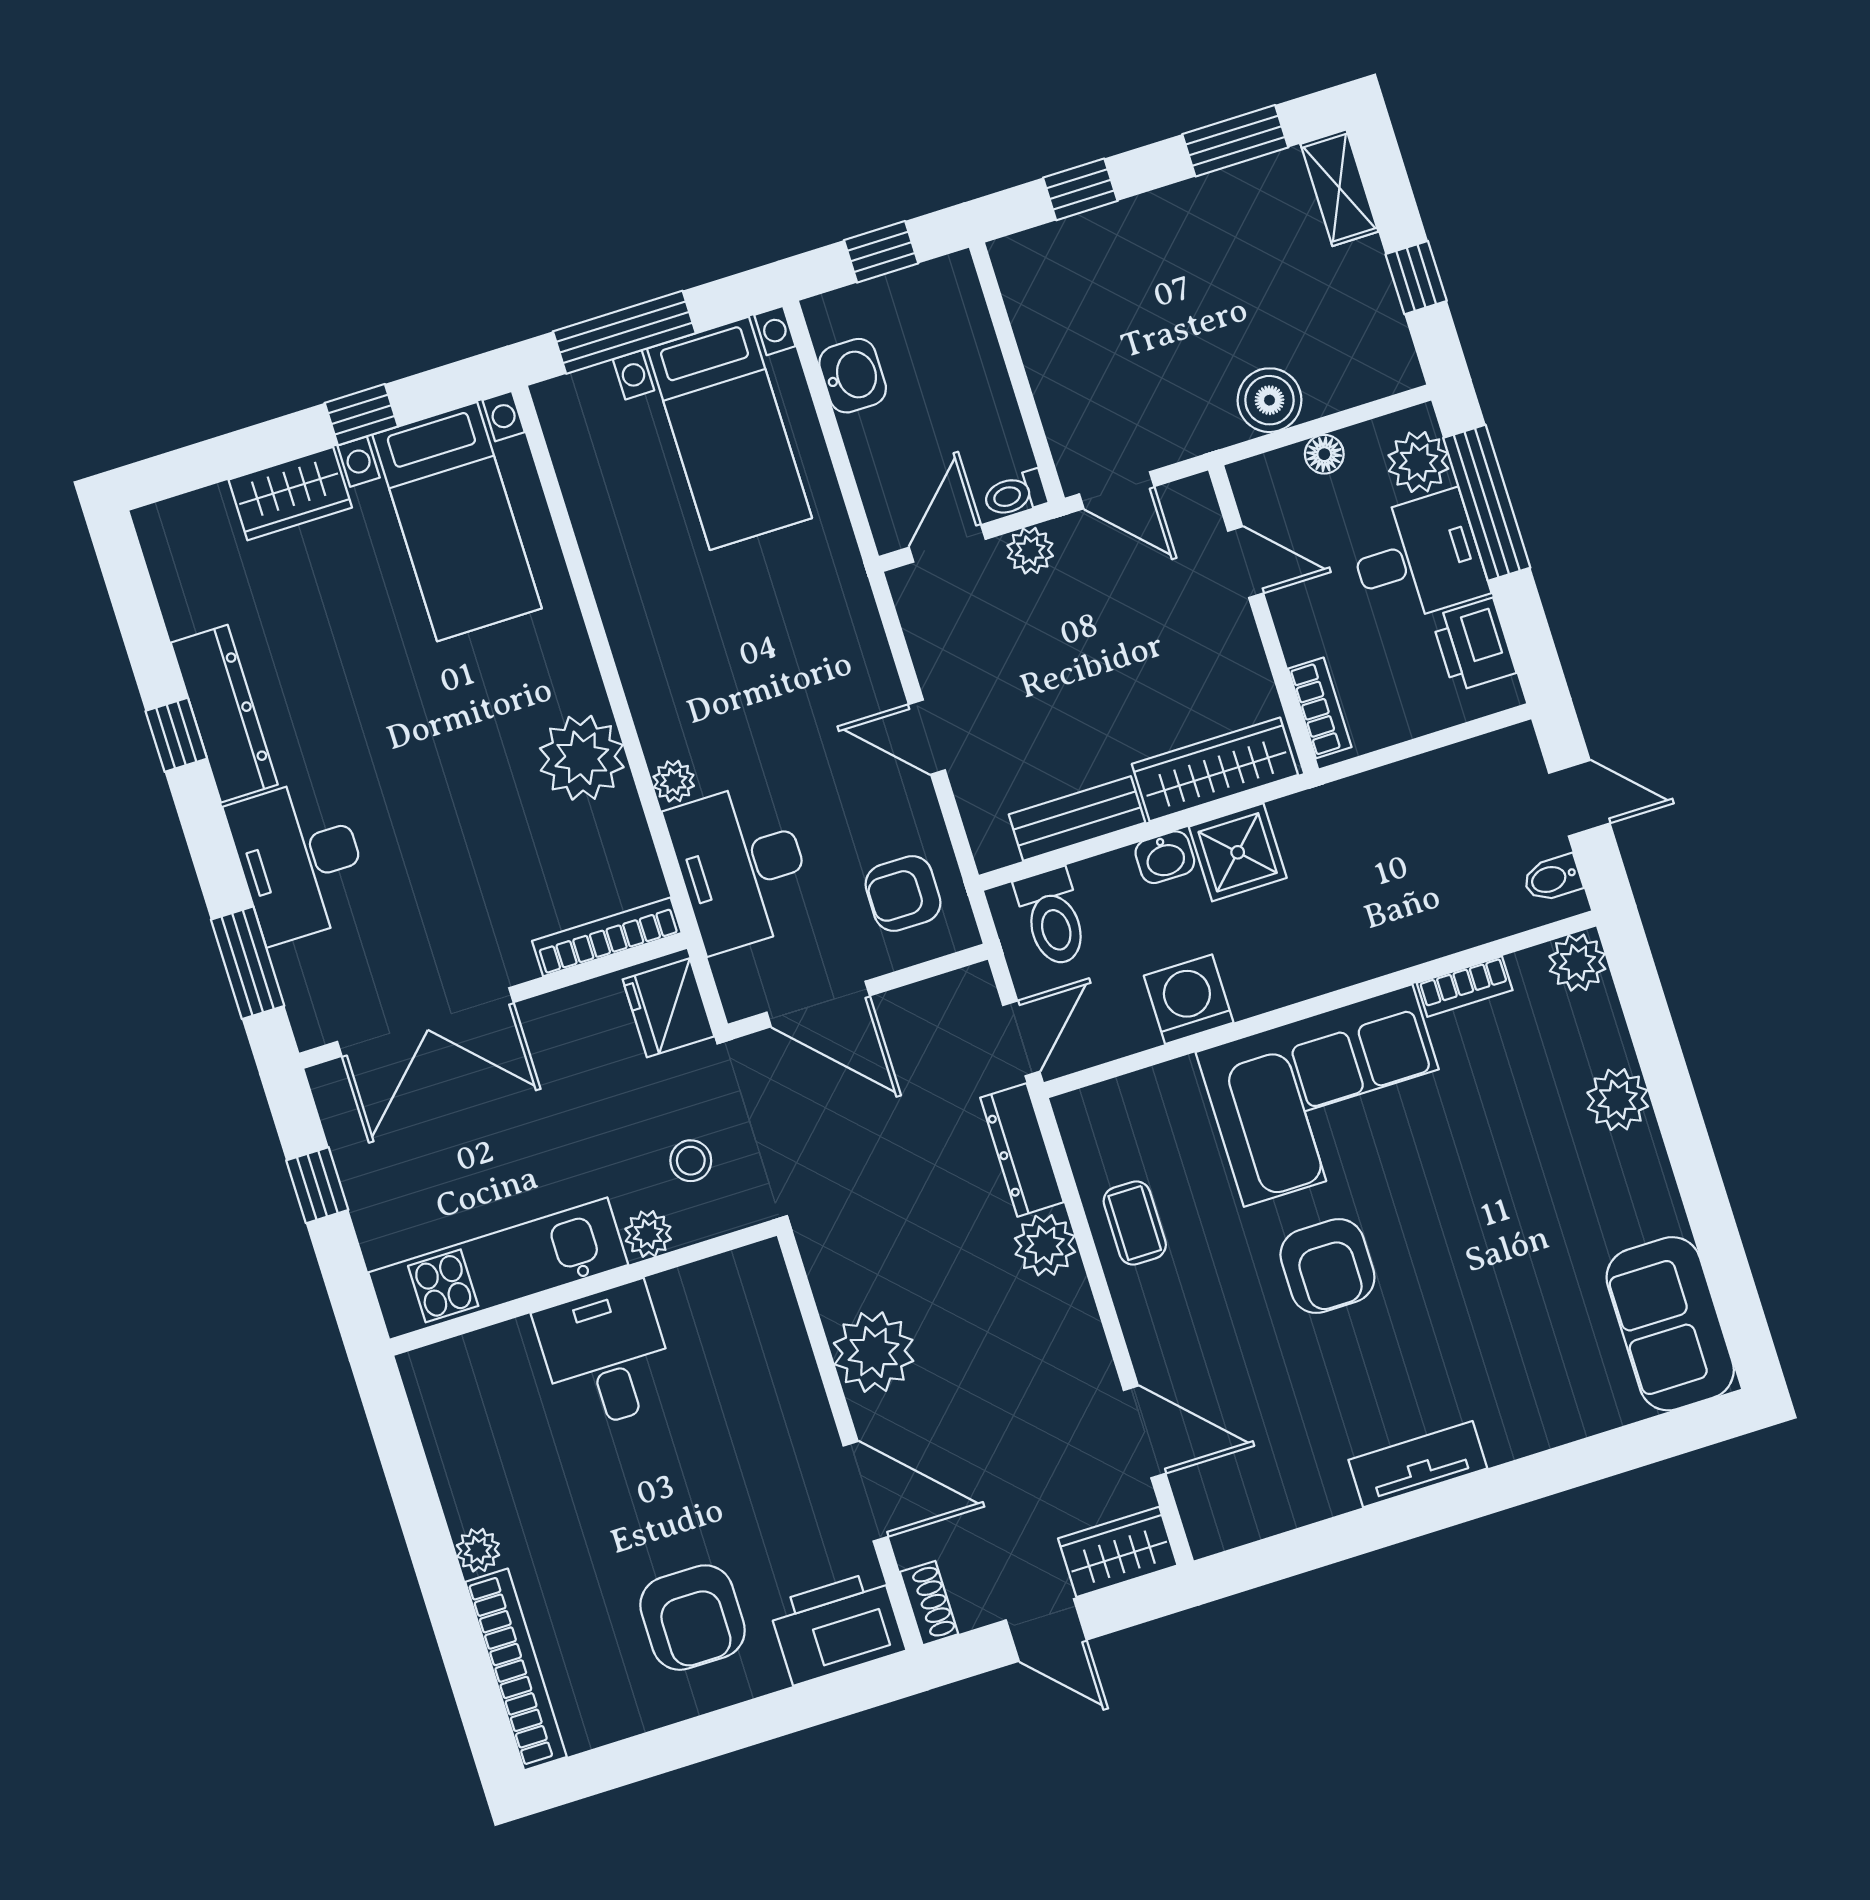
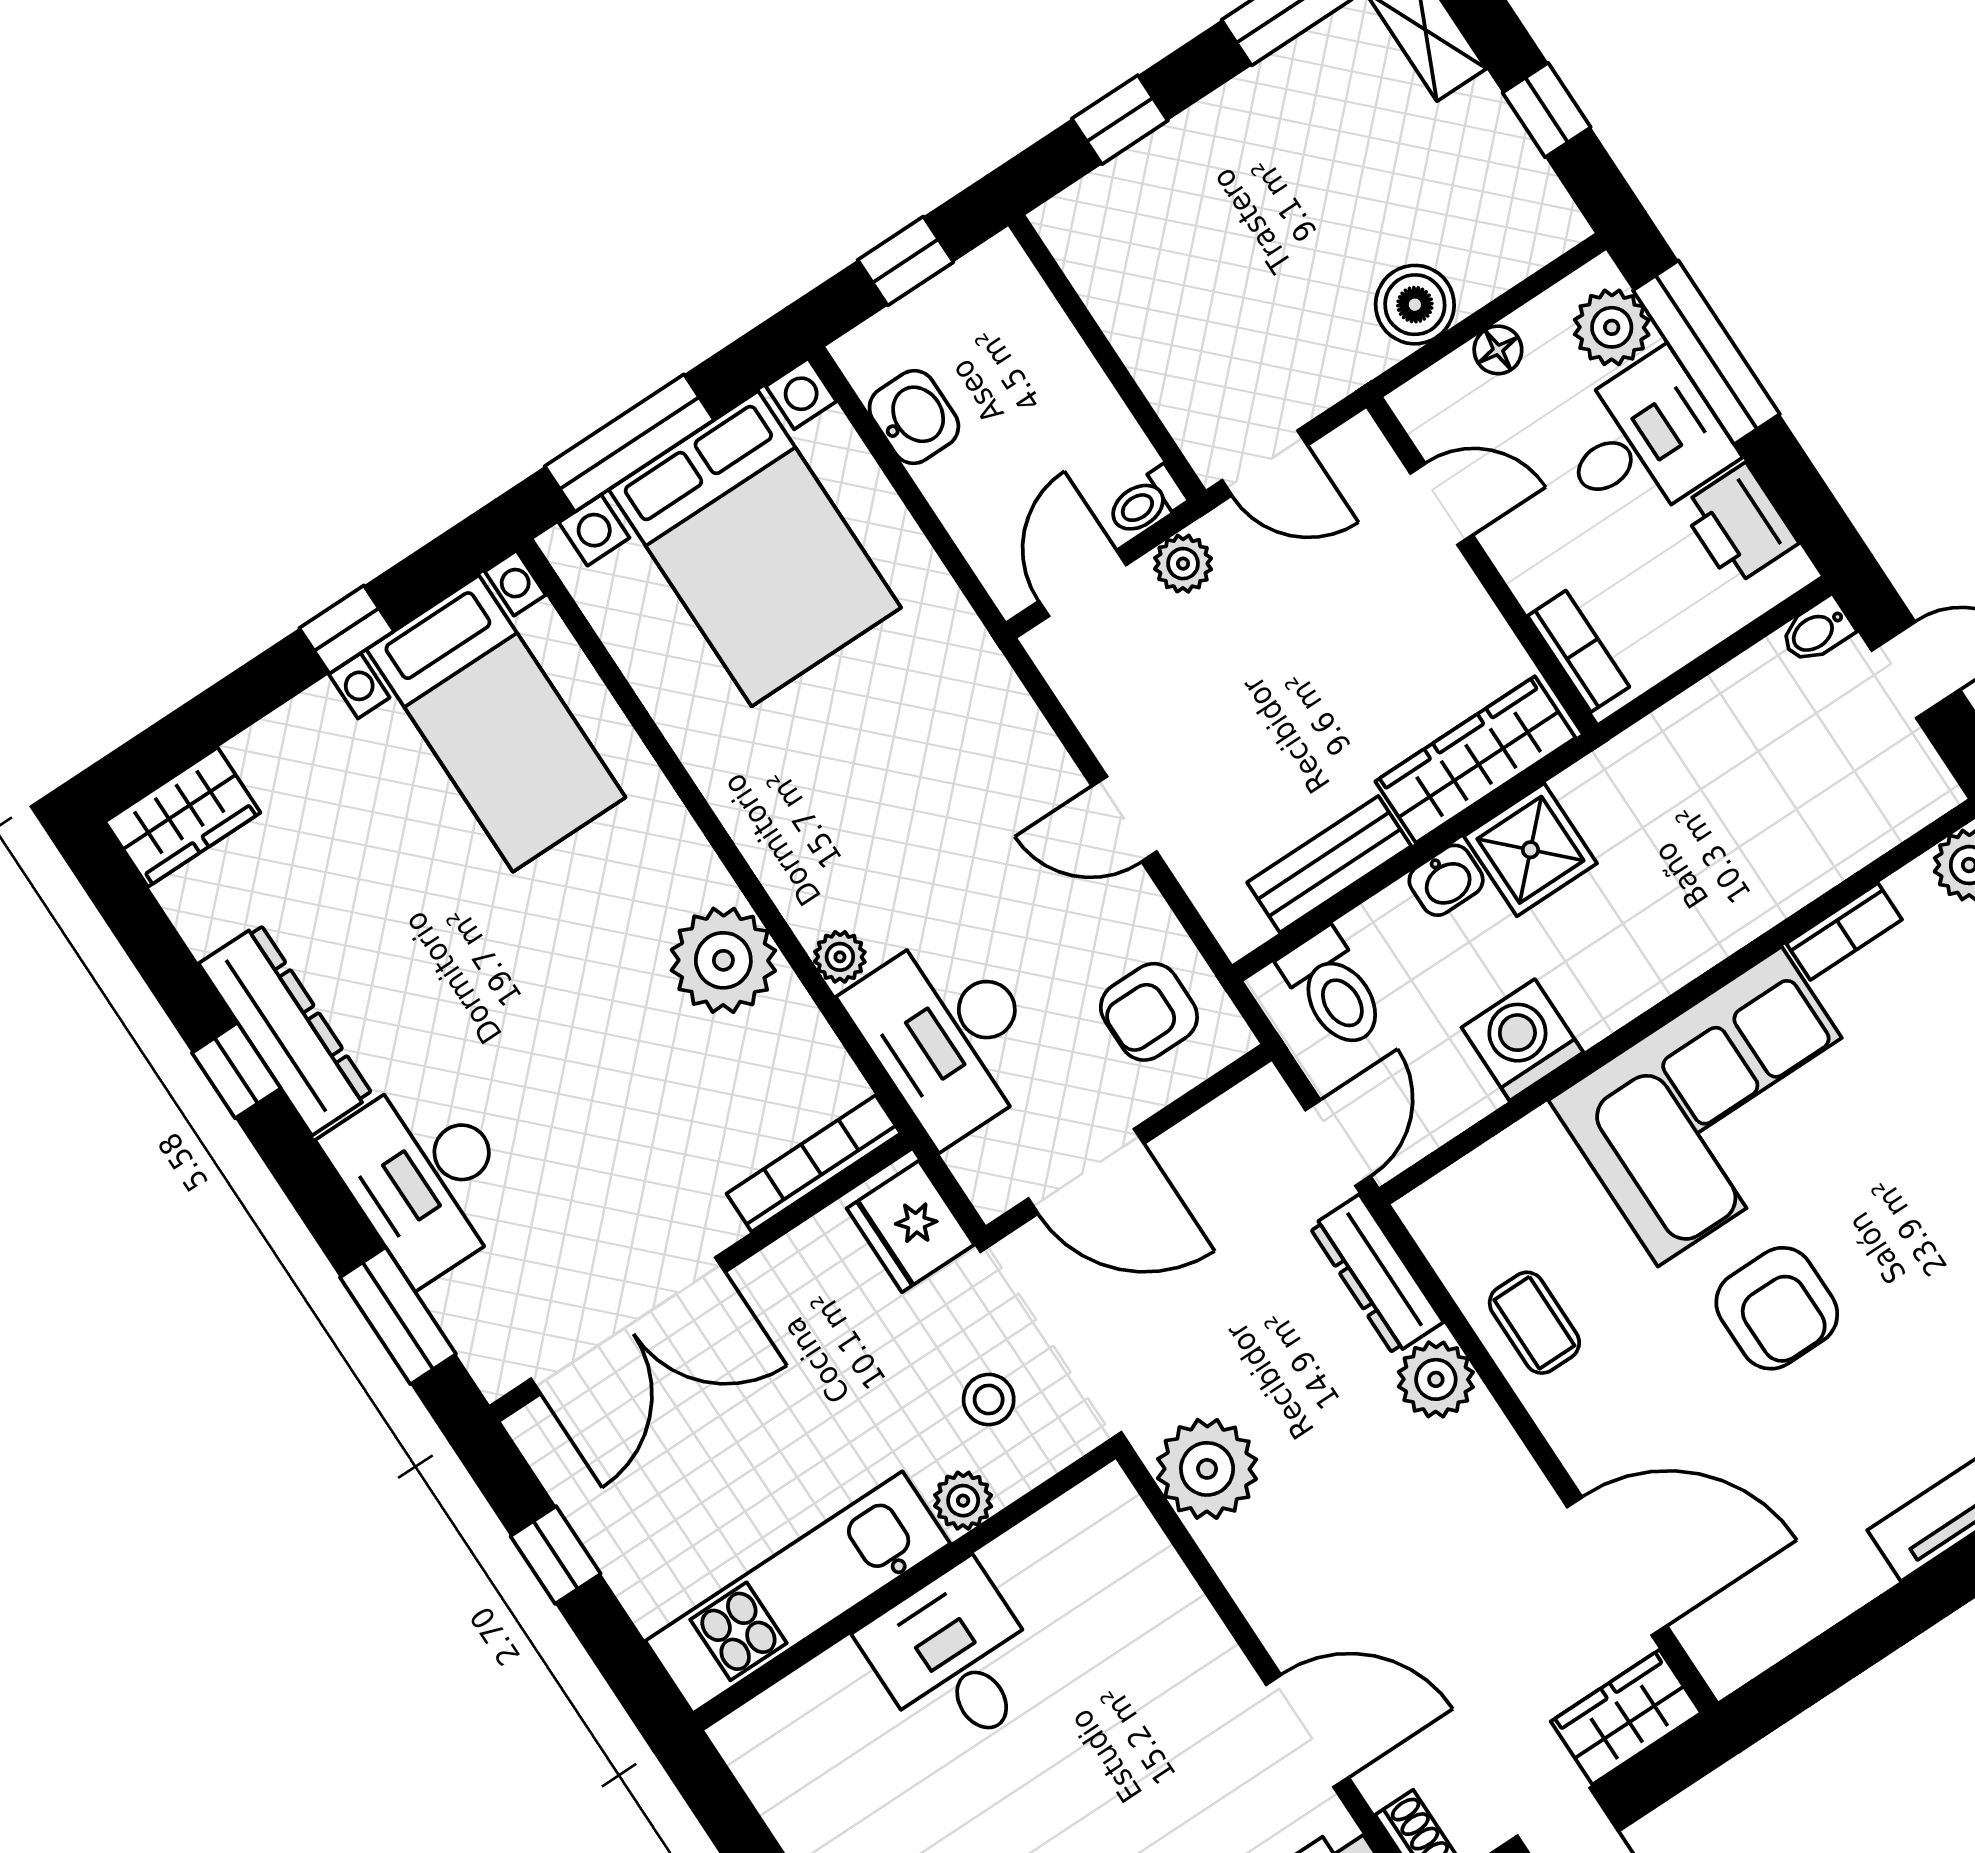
bed with nightstands: (729, 433) -> (755, 549), width x1.36
wardrobe: (290, 494) -> (183, 817), moved
bidet: (1552, 878) -> (1817, 631), moved
plant: (874, 1352) -> (1207, 1469), moved
door: (1145, 1432) -> (1617, 1566), width x1.36

